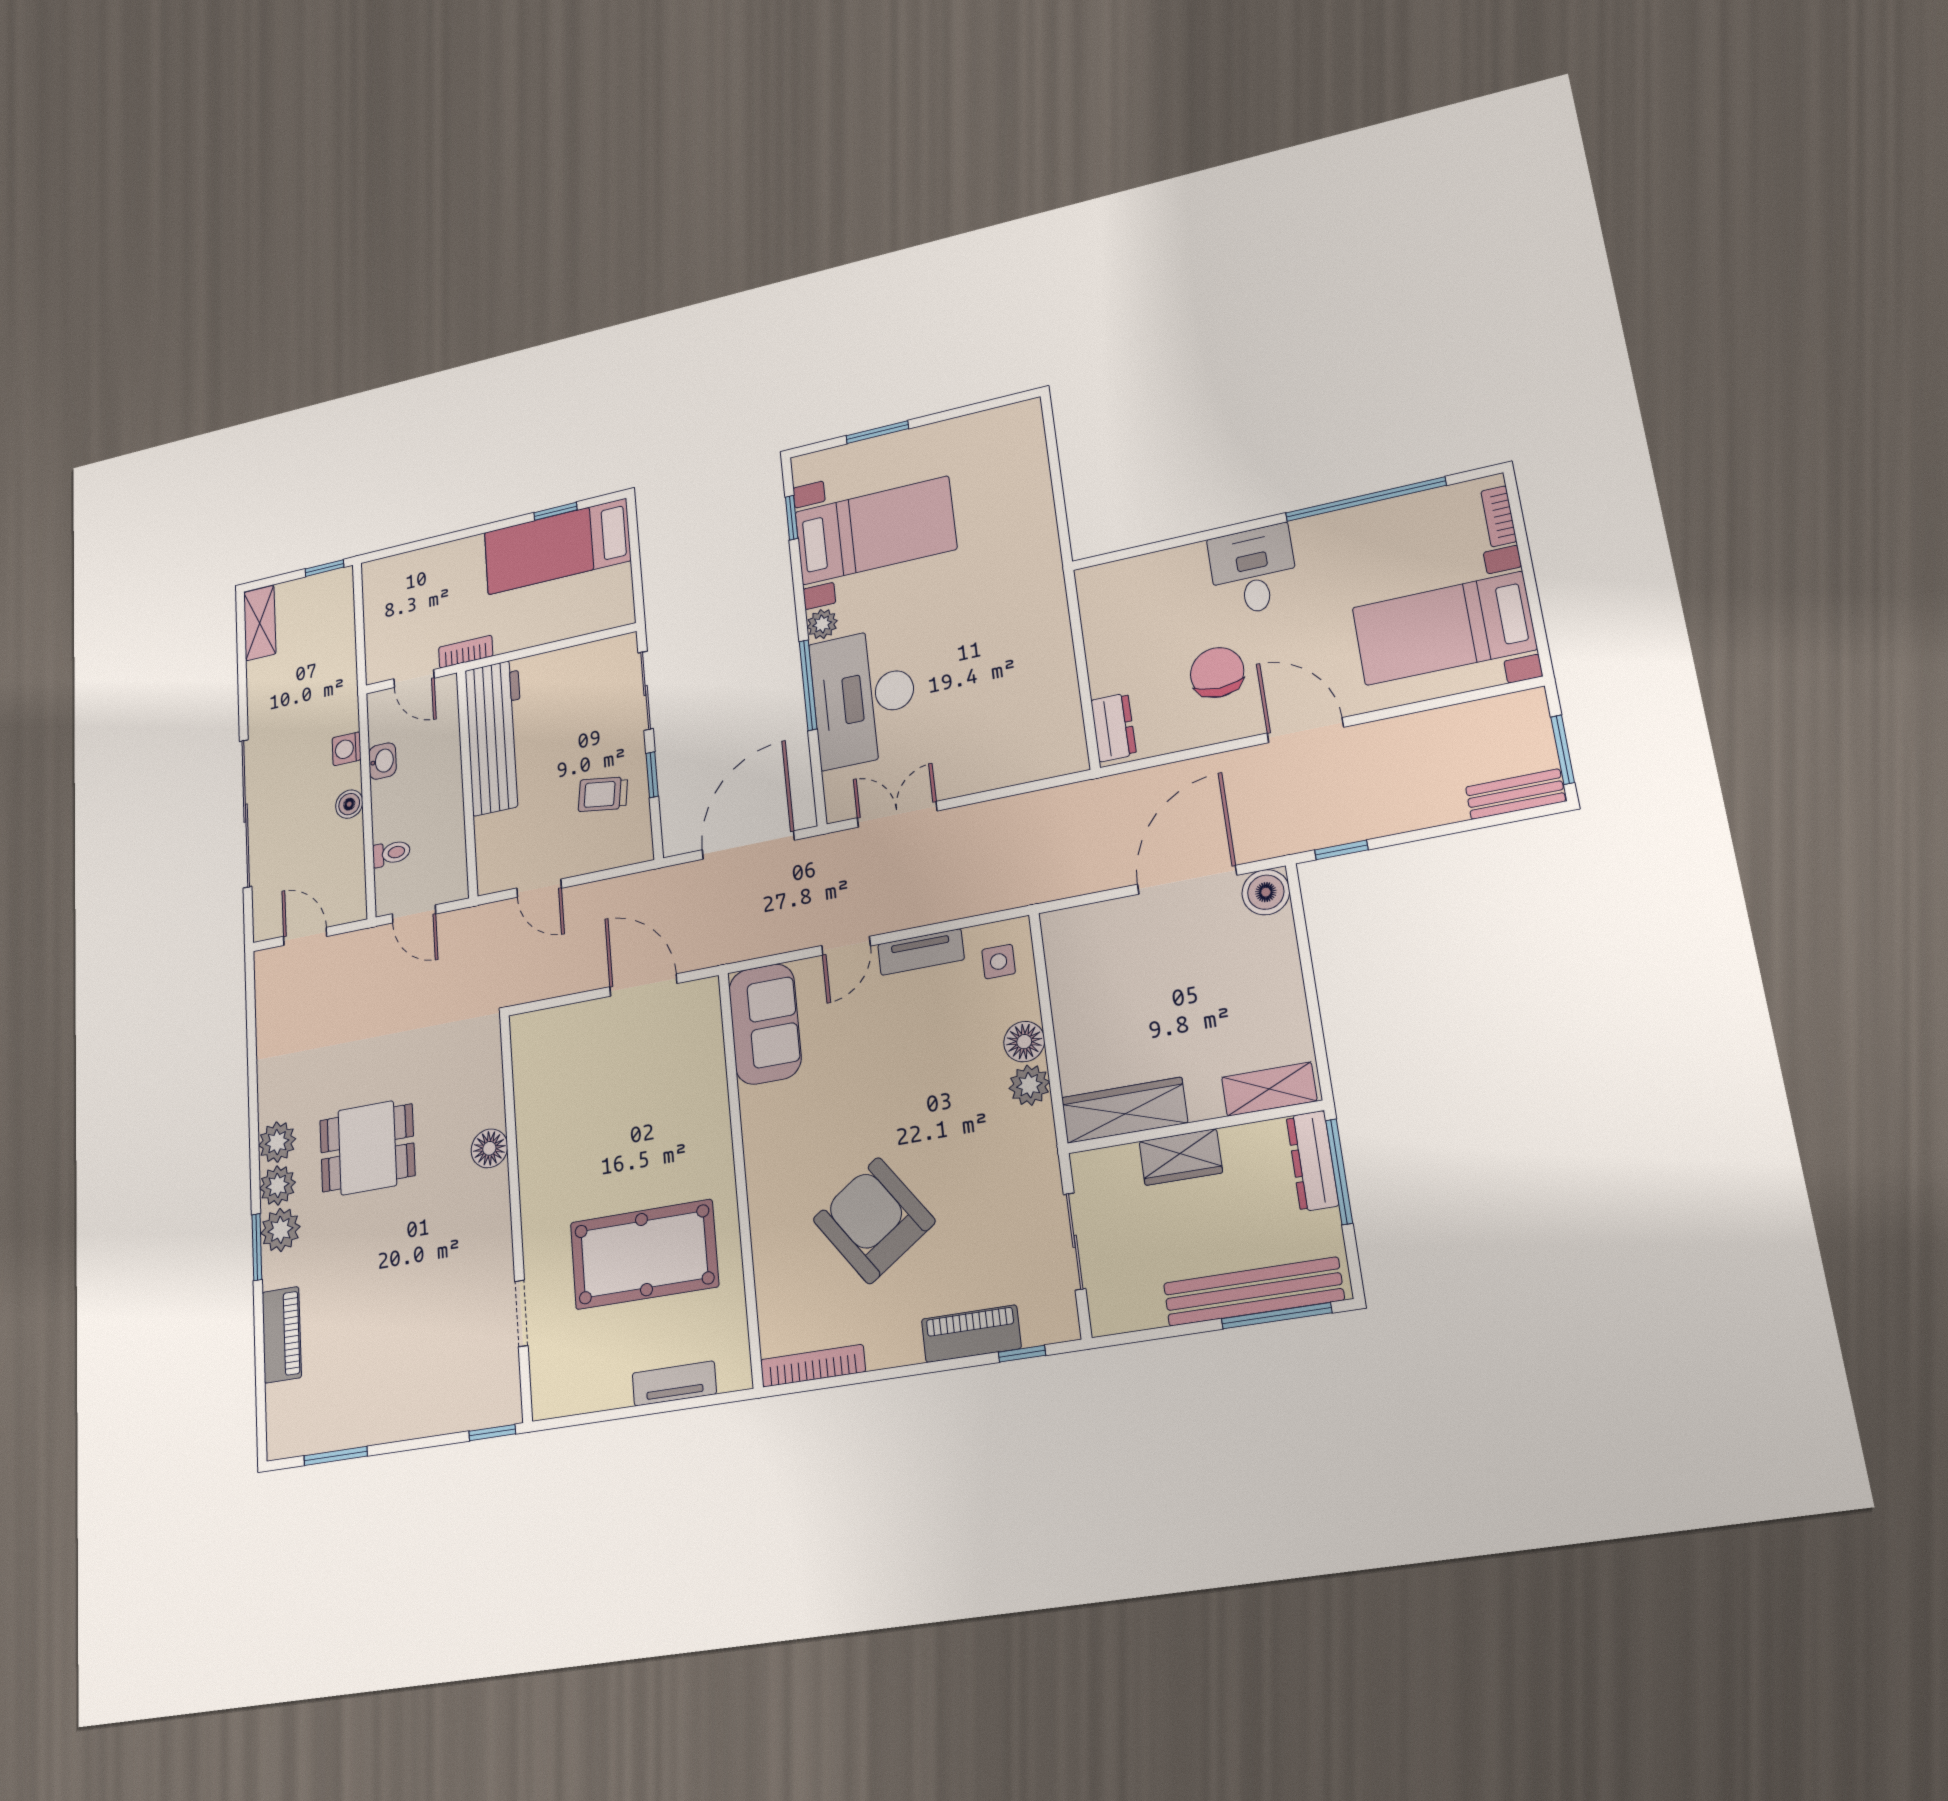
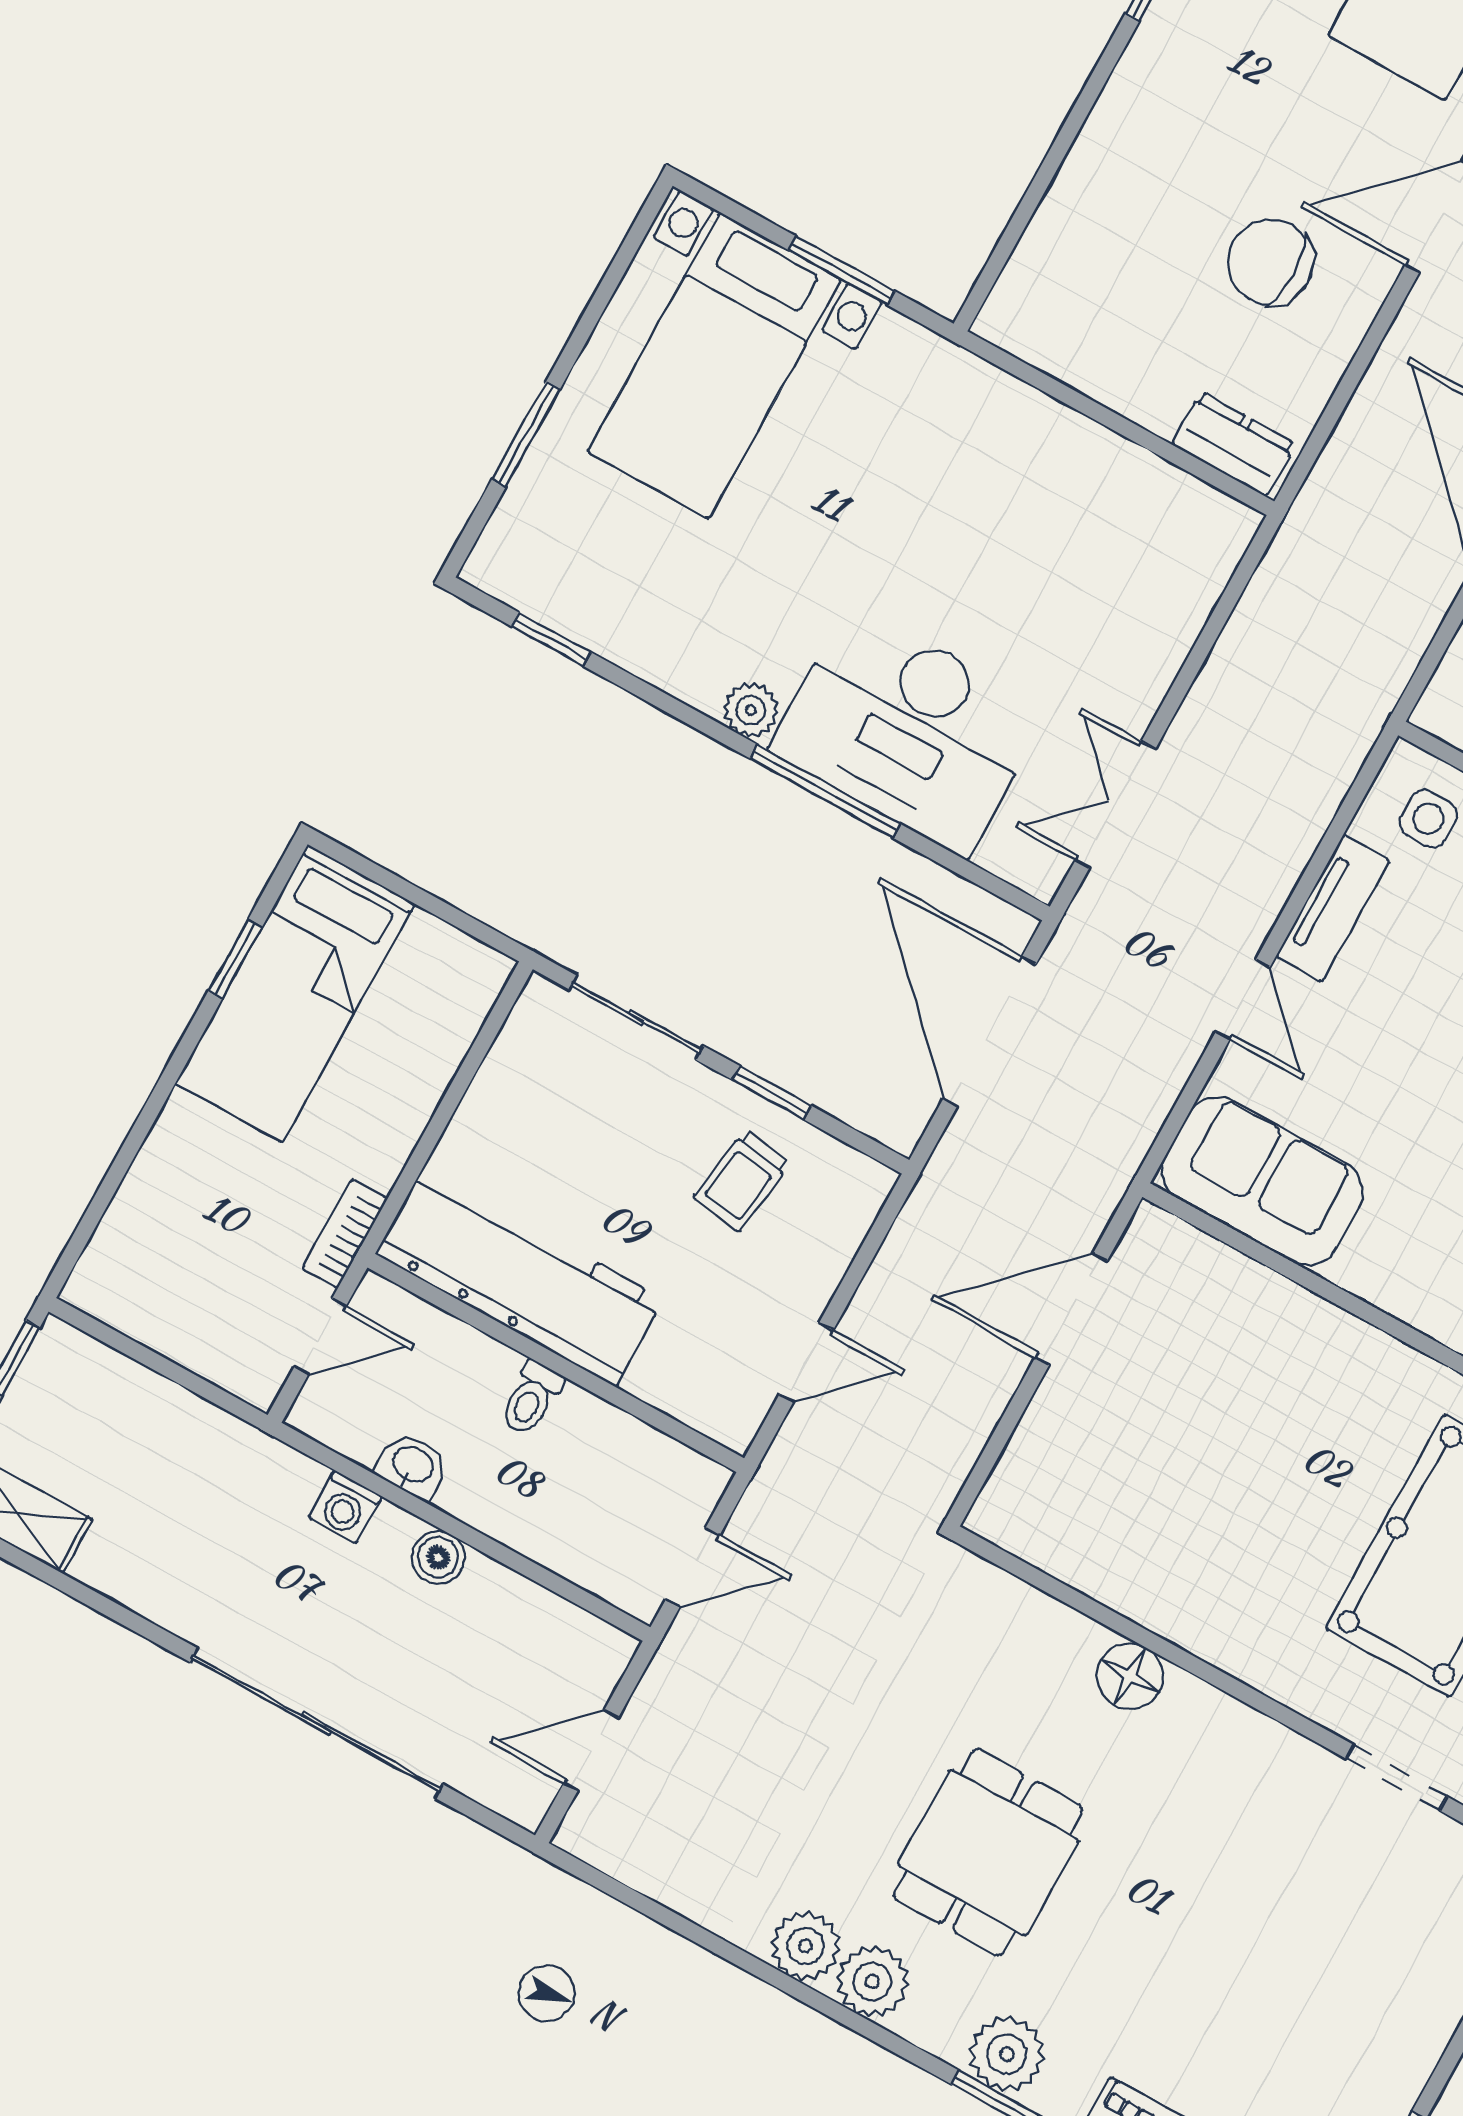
window: (1058, 495) -> (842, 271), added
bed with nightstands: (875, 531) -> (714, 366), moved, turned 180
desk: (1253, 570) -> (1170, 113), removed
toilet: (391, 853) -> (531, 1398), moved, turned 180
plant: (278, 1185) -> (806, 1946), moved

